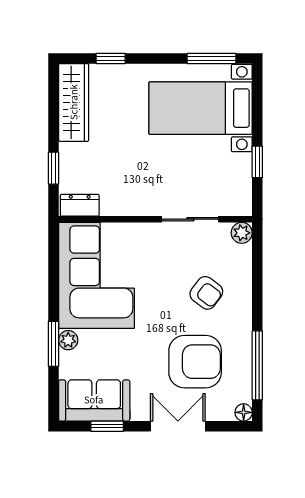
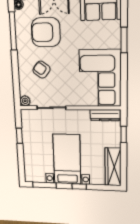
window: (111, 58) -> (79, 186), moved
bed with nightstands: (200, 108) -> (67, 159), moved, turned -90
dresser: (80, 205) -> (105, 115), width x1.44
plant: (68, 340) -> (116, 42), removed

